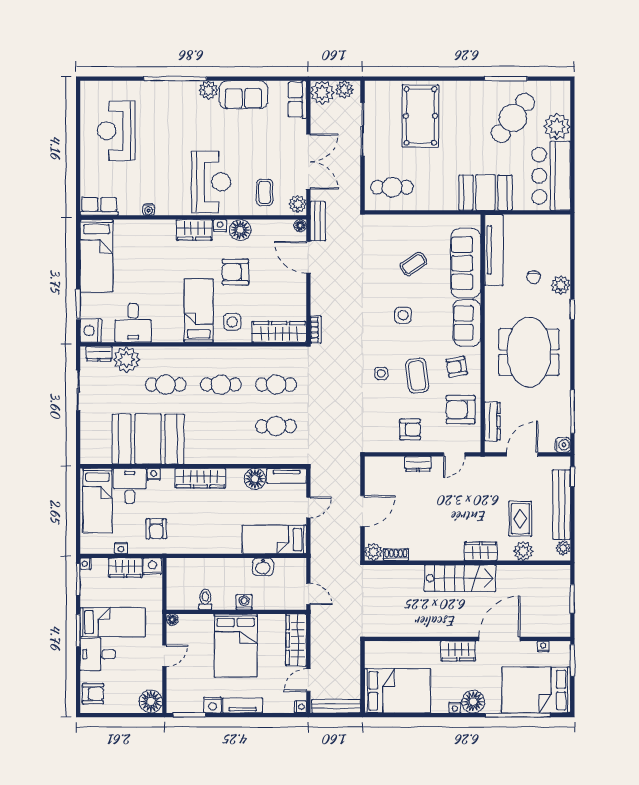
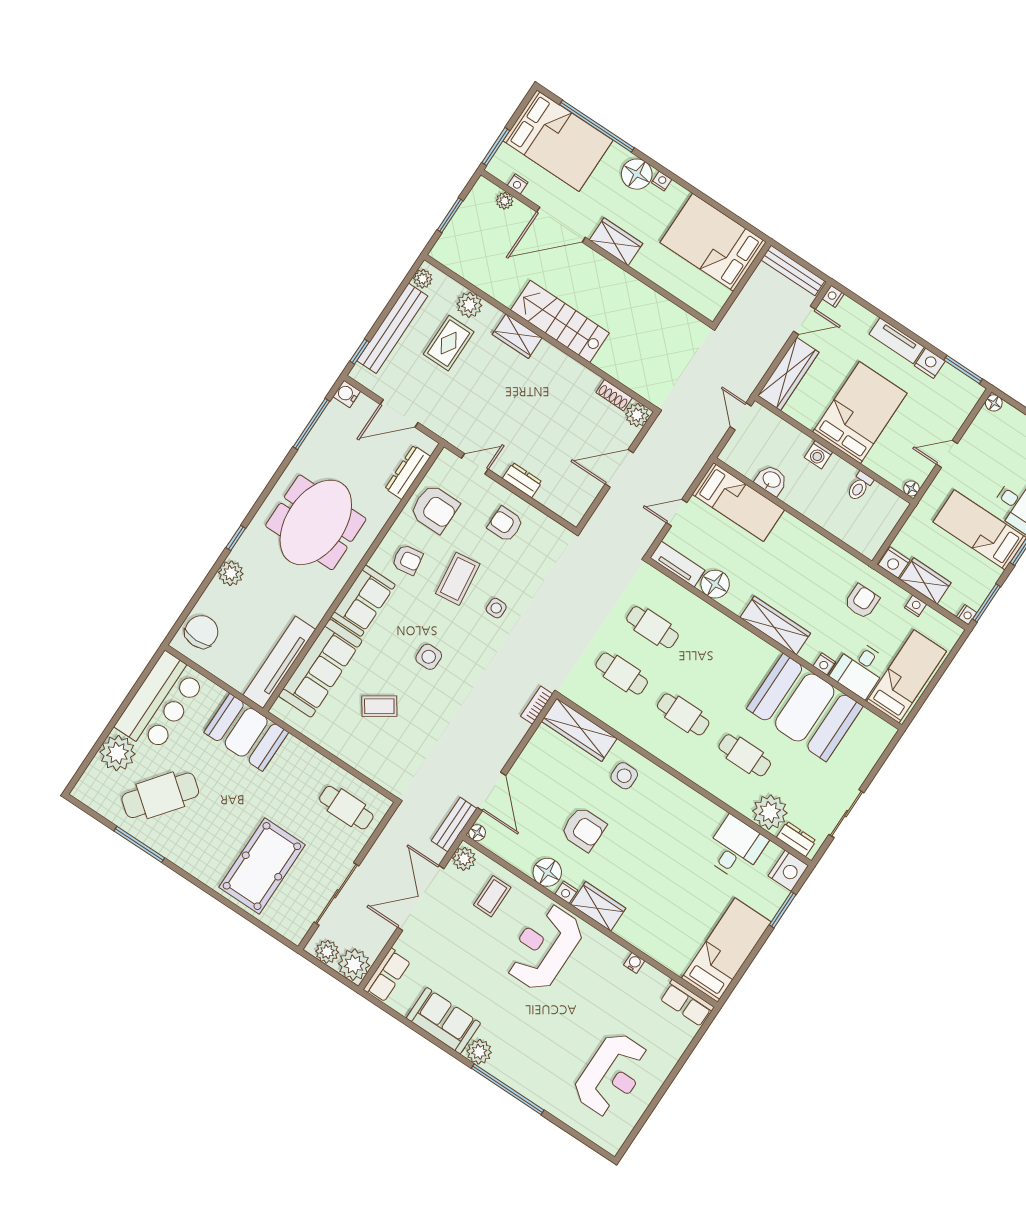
chair: (534, 277) -> (201, 632), moved, width x1.87, depth x1.87
bed: (199, 311) -> (653, 813), removed
plant: (544, 630) -> (505, 201), added
floor lamp: (151, 701) -> (994, 403), width x0.53, depth x0.53

